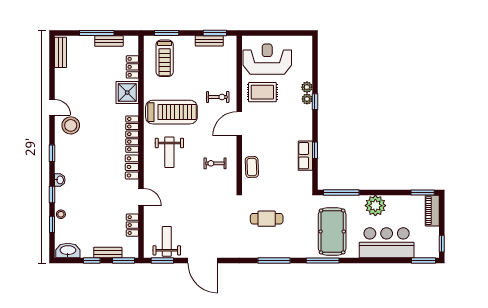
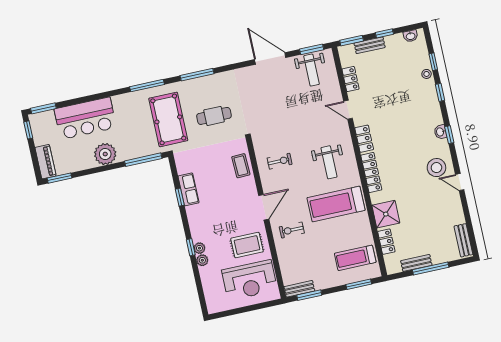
bench: (209, 41) -> (299, 289), moved
treadmill: (165, 58) -> (355, 258), turned -90
weight bench: (169, 152) -> (329, 162), turned 180
washbasin: (60, 180) -> (440, 132), moved
pool table: (332, 231) -> (168, 119), moved
washbasin: (68, 251) -> (411, 36), width x0.52, depth x0.69

